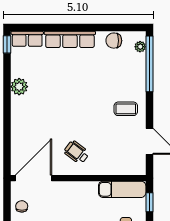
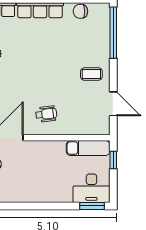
plant: (140, 47) -> (105, 17), removed
wheelchair: (77, 152) -> (46, 114), turned 136

